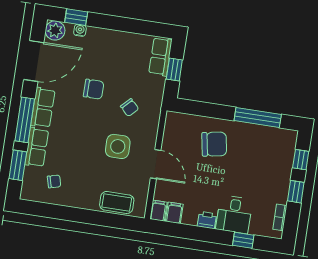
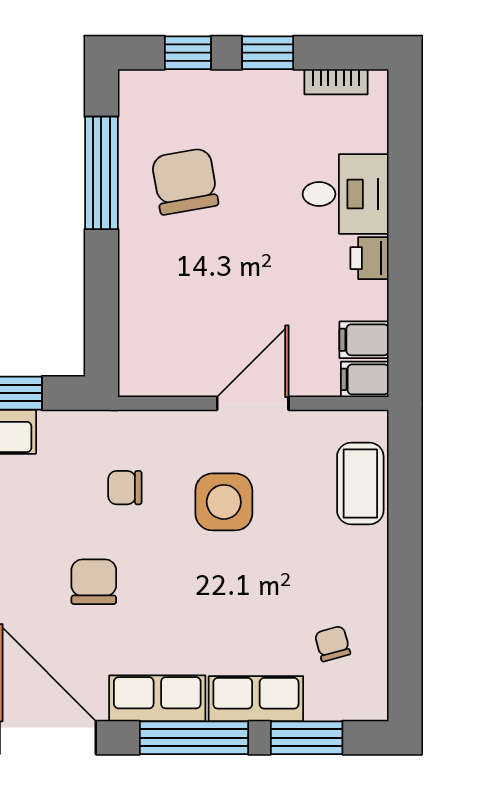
chair: (130, 108) -> (125, 488), turned -135
chair: (214, 144) -> (185, 181), moved
window: (243, 240) -> (405, 162), removed

